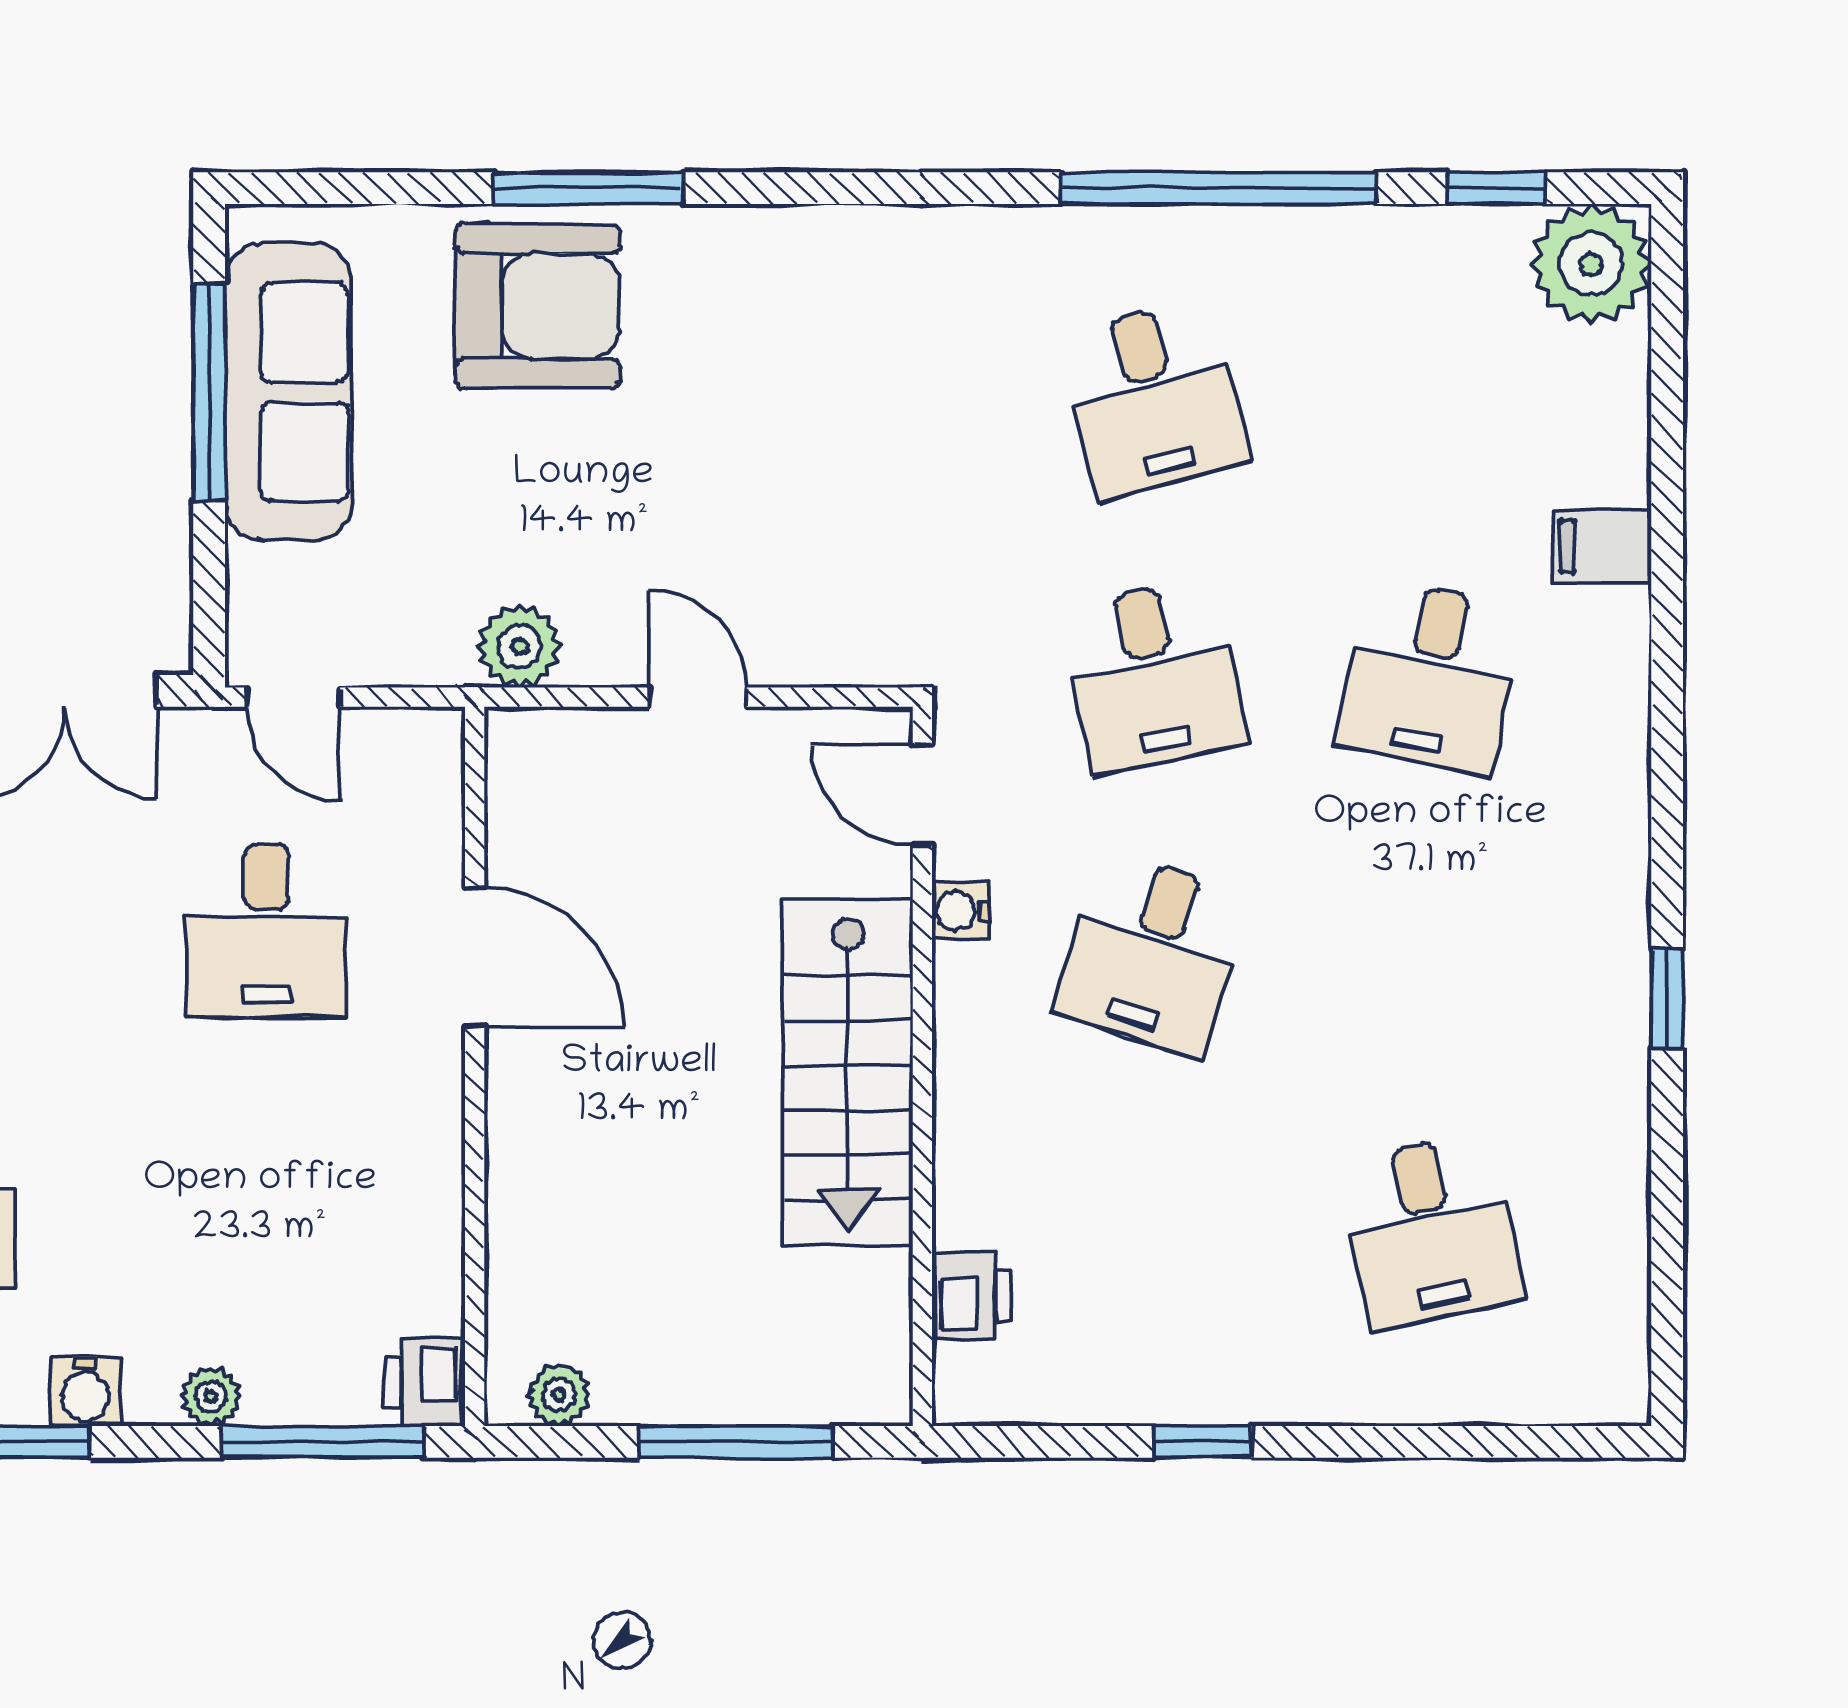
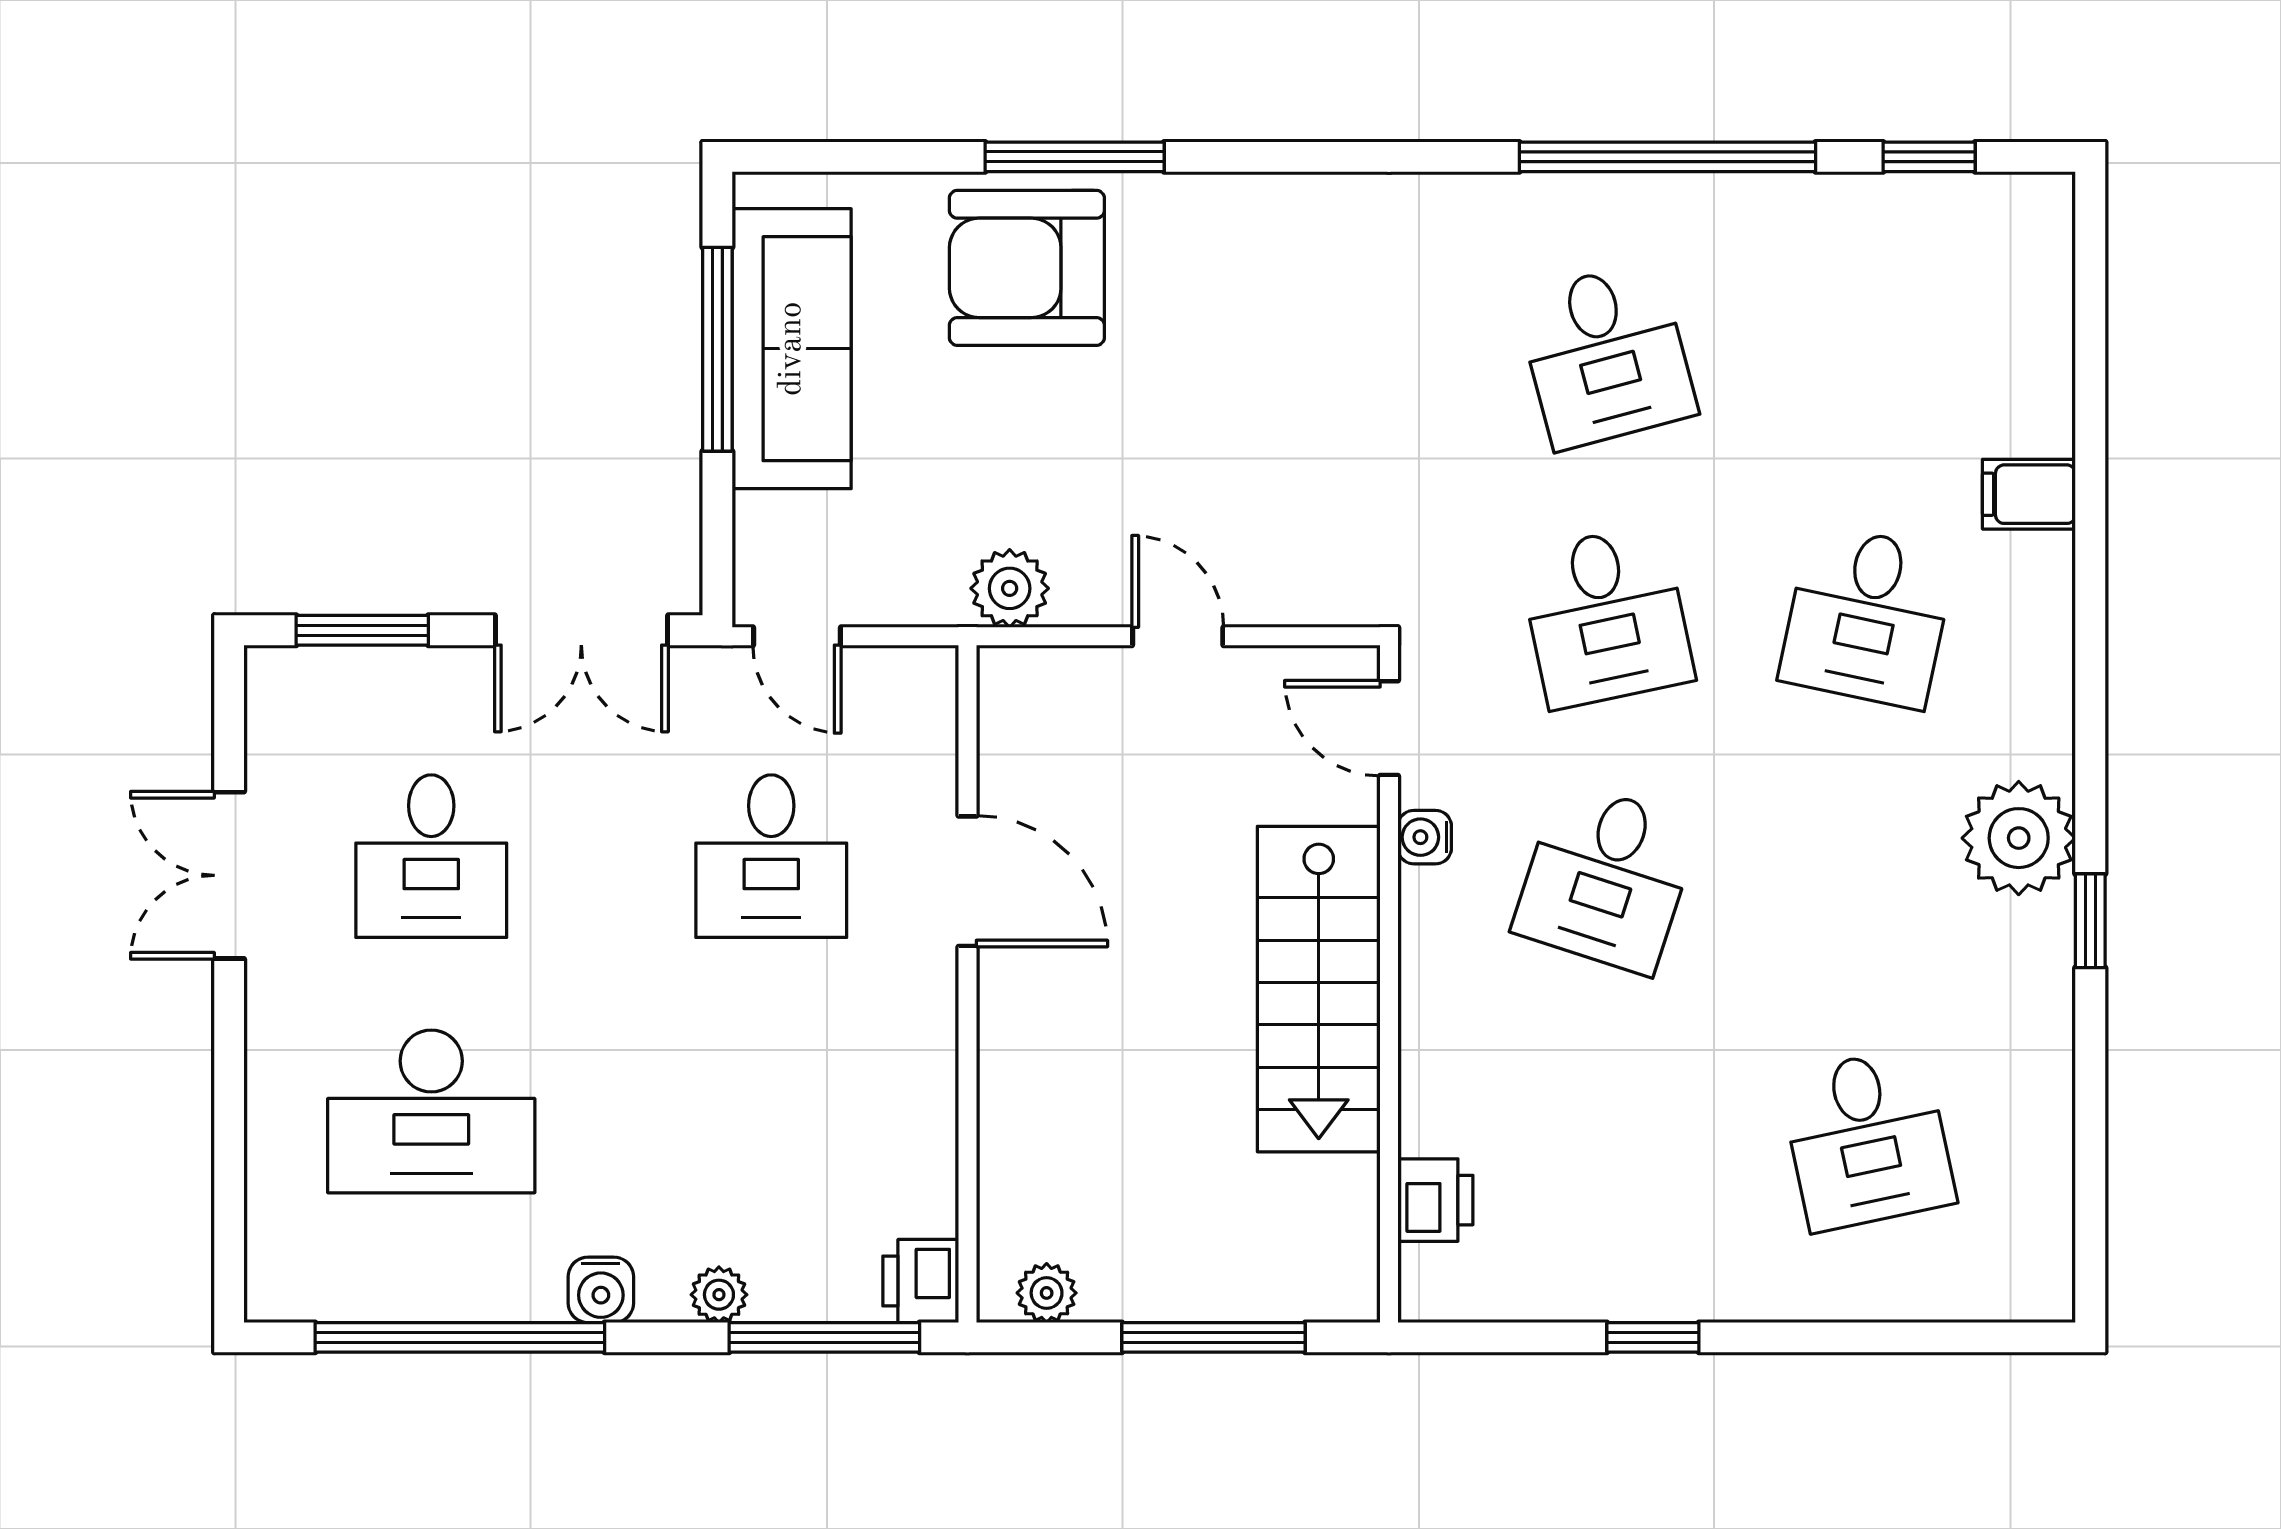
plant: (1591, 264) -> (2019, 838), moved
armchair: (538, 306) -> (1027, 268), turned 180

